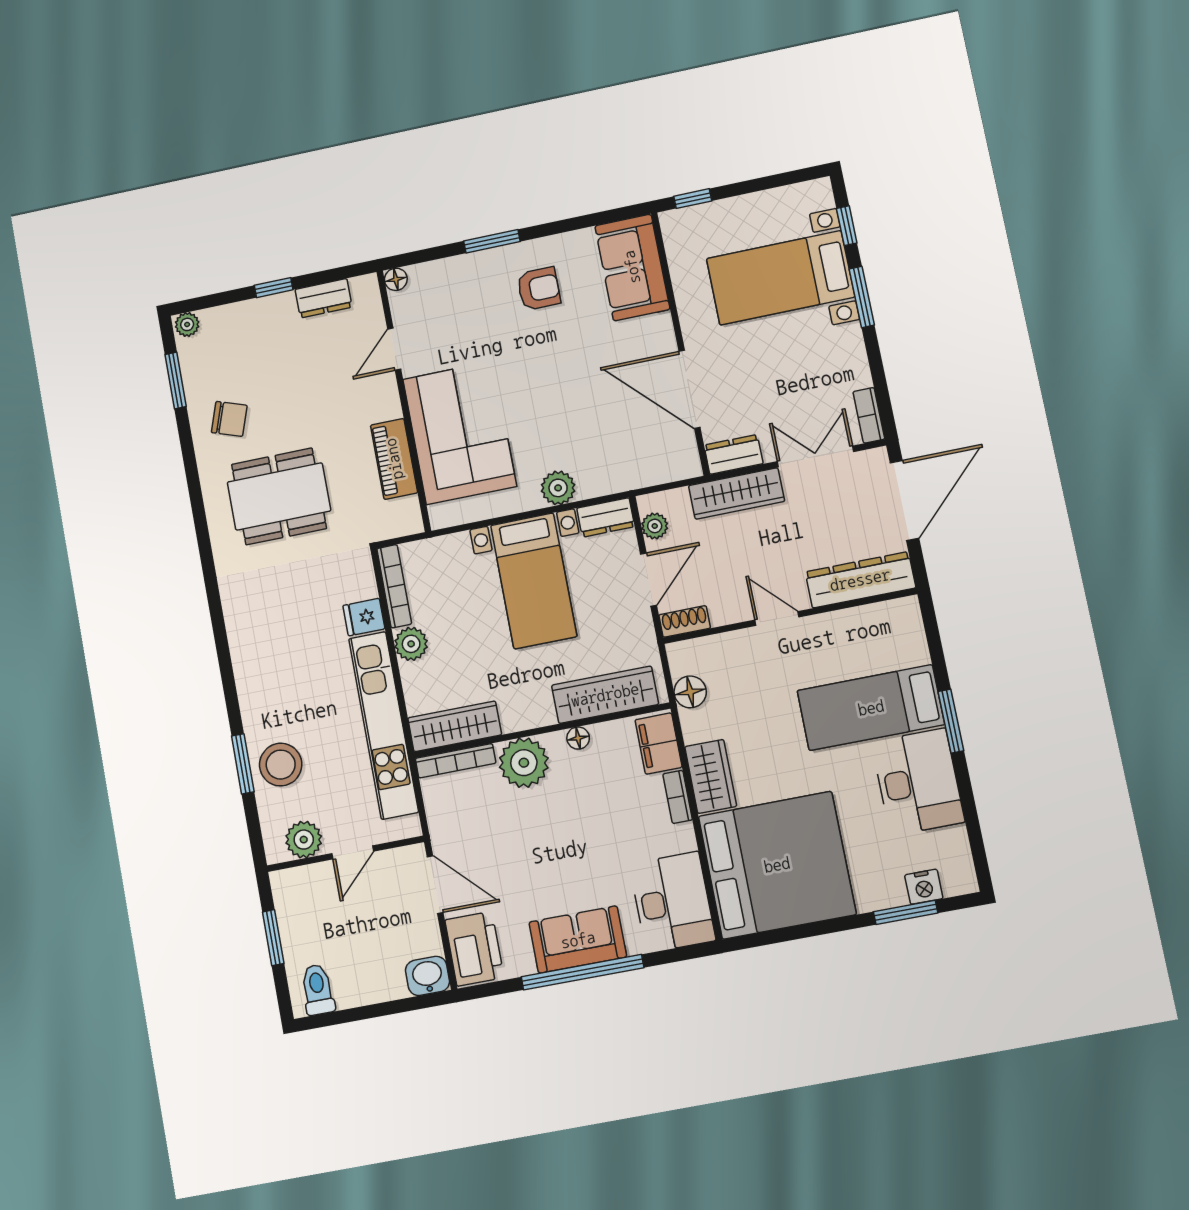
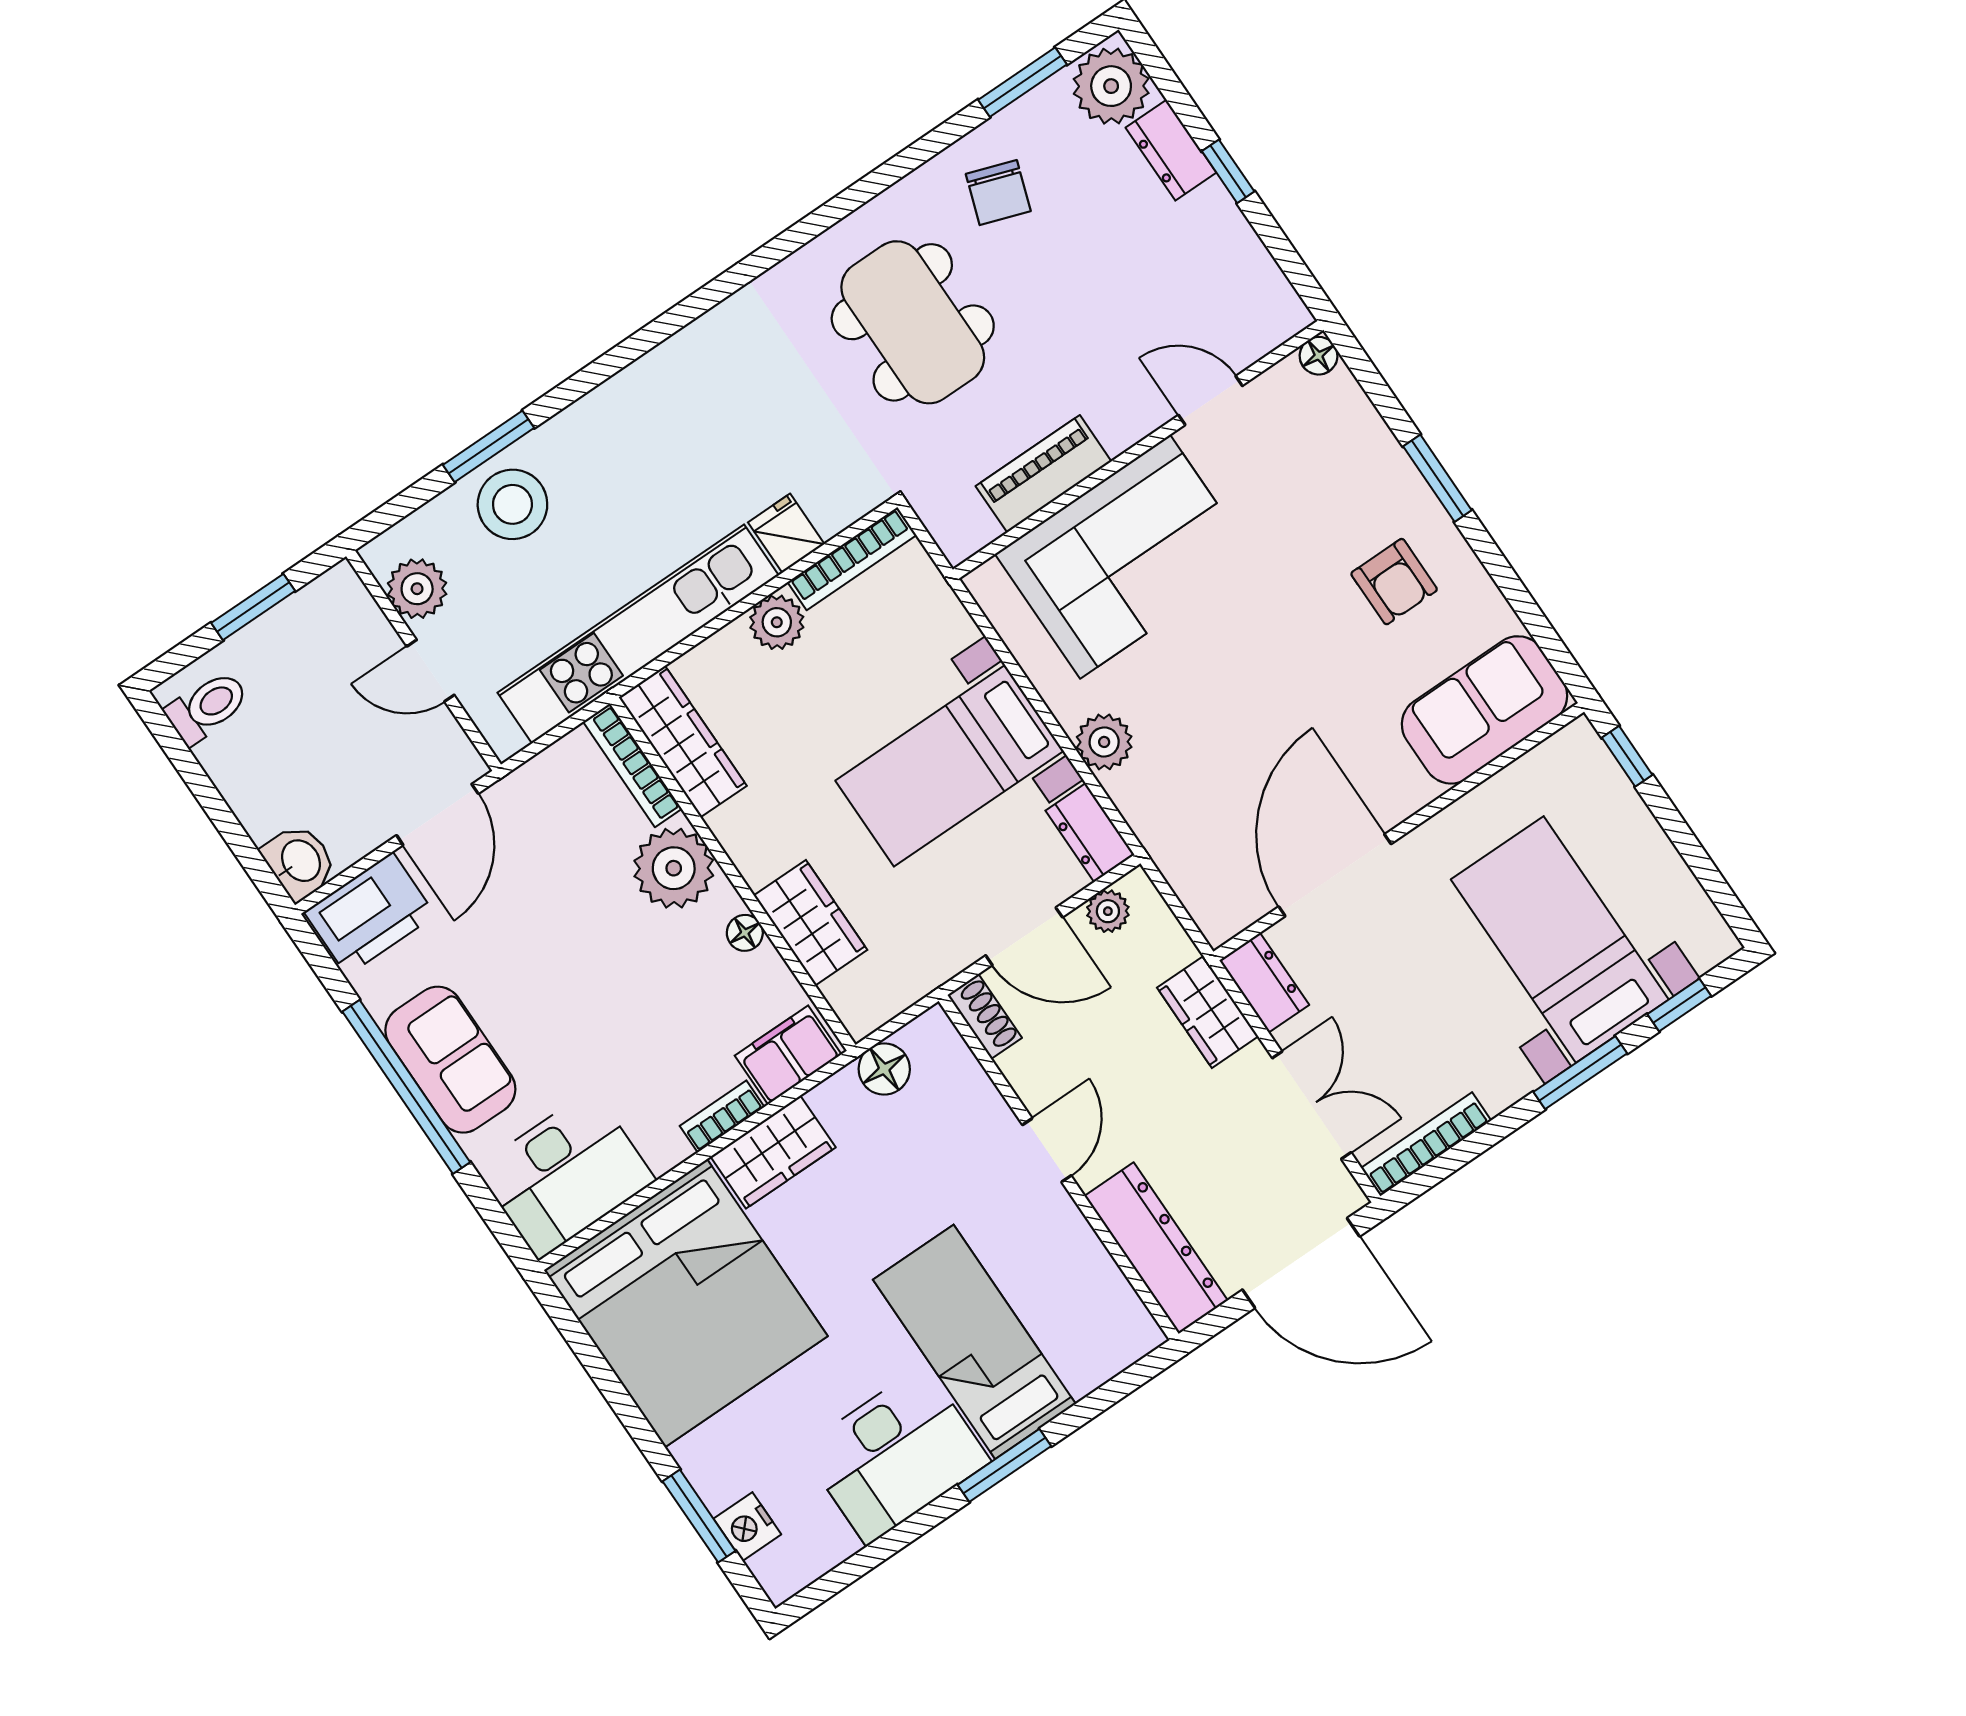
dresser: (324, 298) -> (1171, 150), moved
plant: (187, 324) -> (1111, 86), width x1.88, depth x1.88
bookcase: (869, 415) -> (1426, 1144), width x1.56
wardrobe: (737, 493) -> (1208, 1012), width x0.67
wardrobe: (605, 695) -> (811, 923), width x0.67

